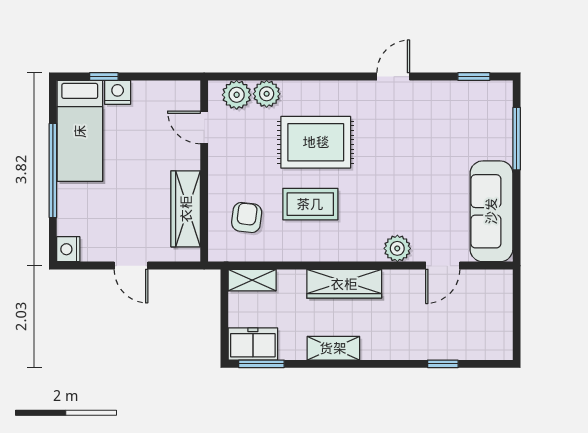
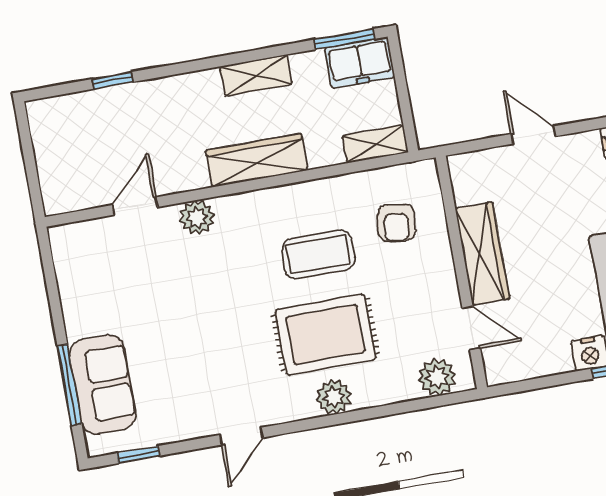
plant: (267, 94) -> (334, 397), moved
wardrobe: (186, 209) -> (482, 254), moved
sofa: (491, 211) -> (103, 384), moved, width x0.73

